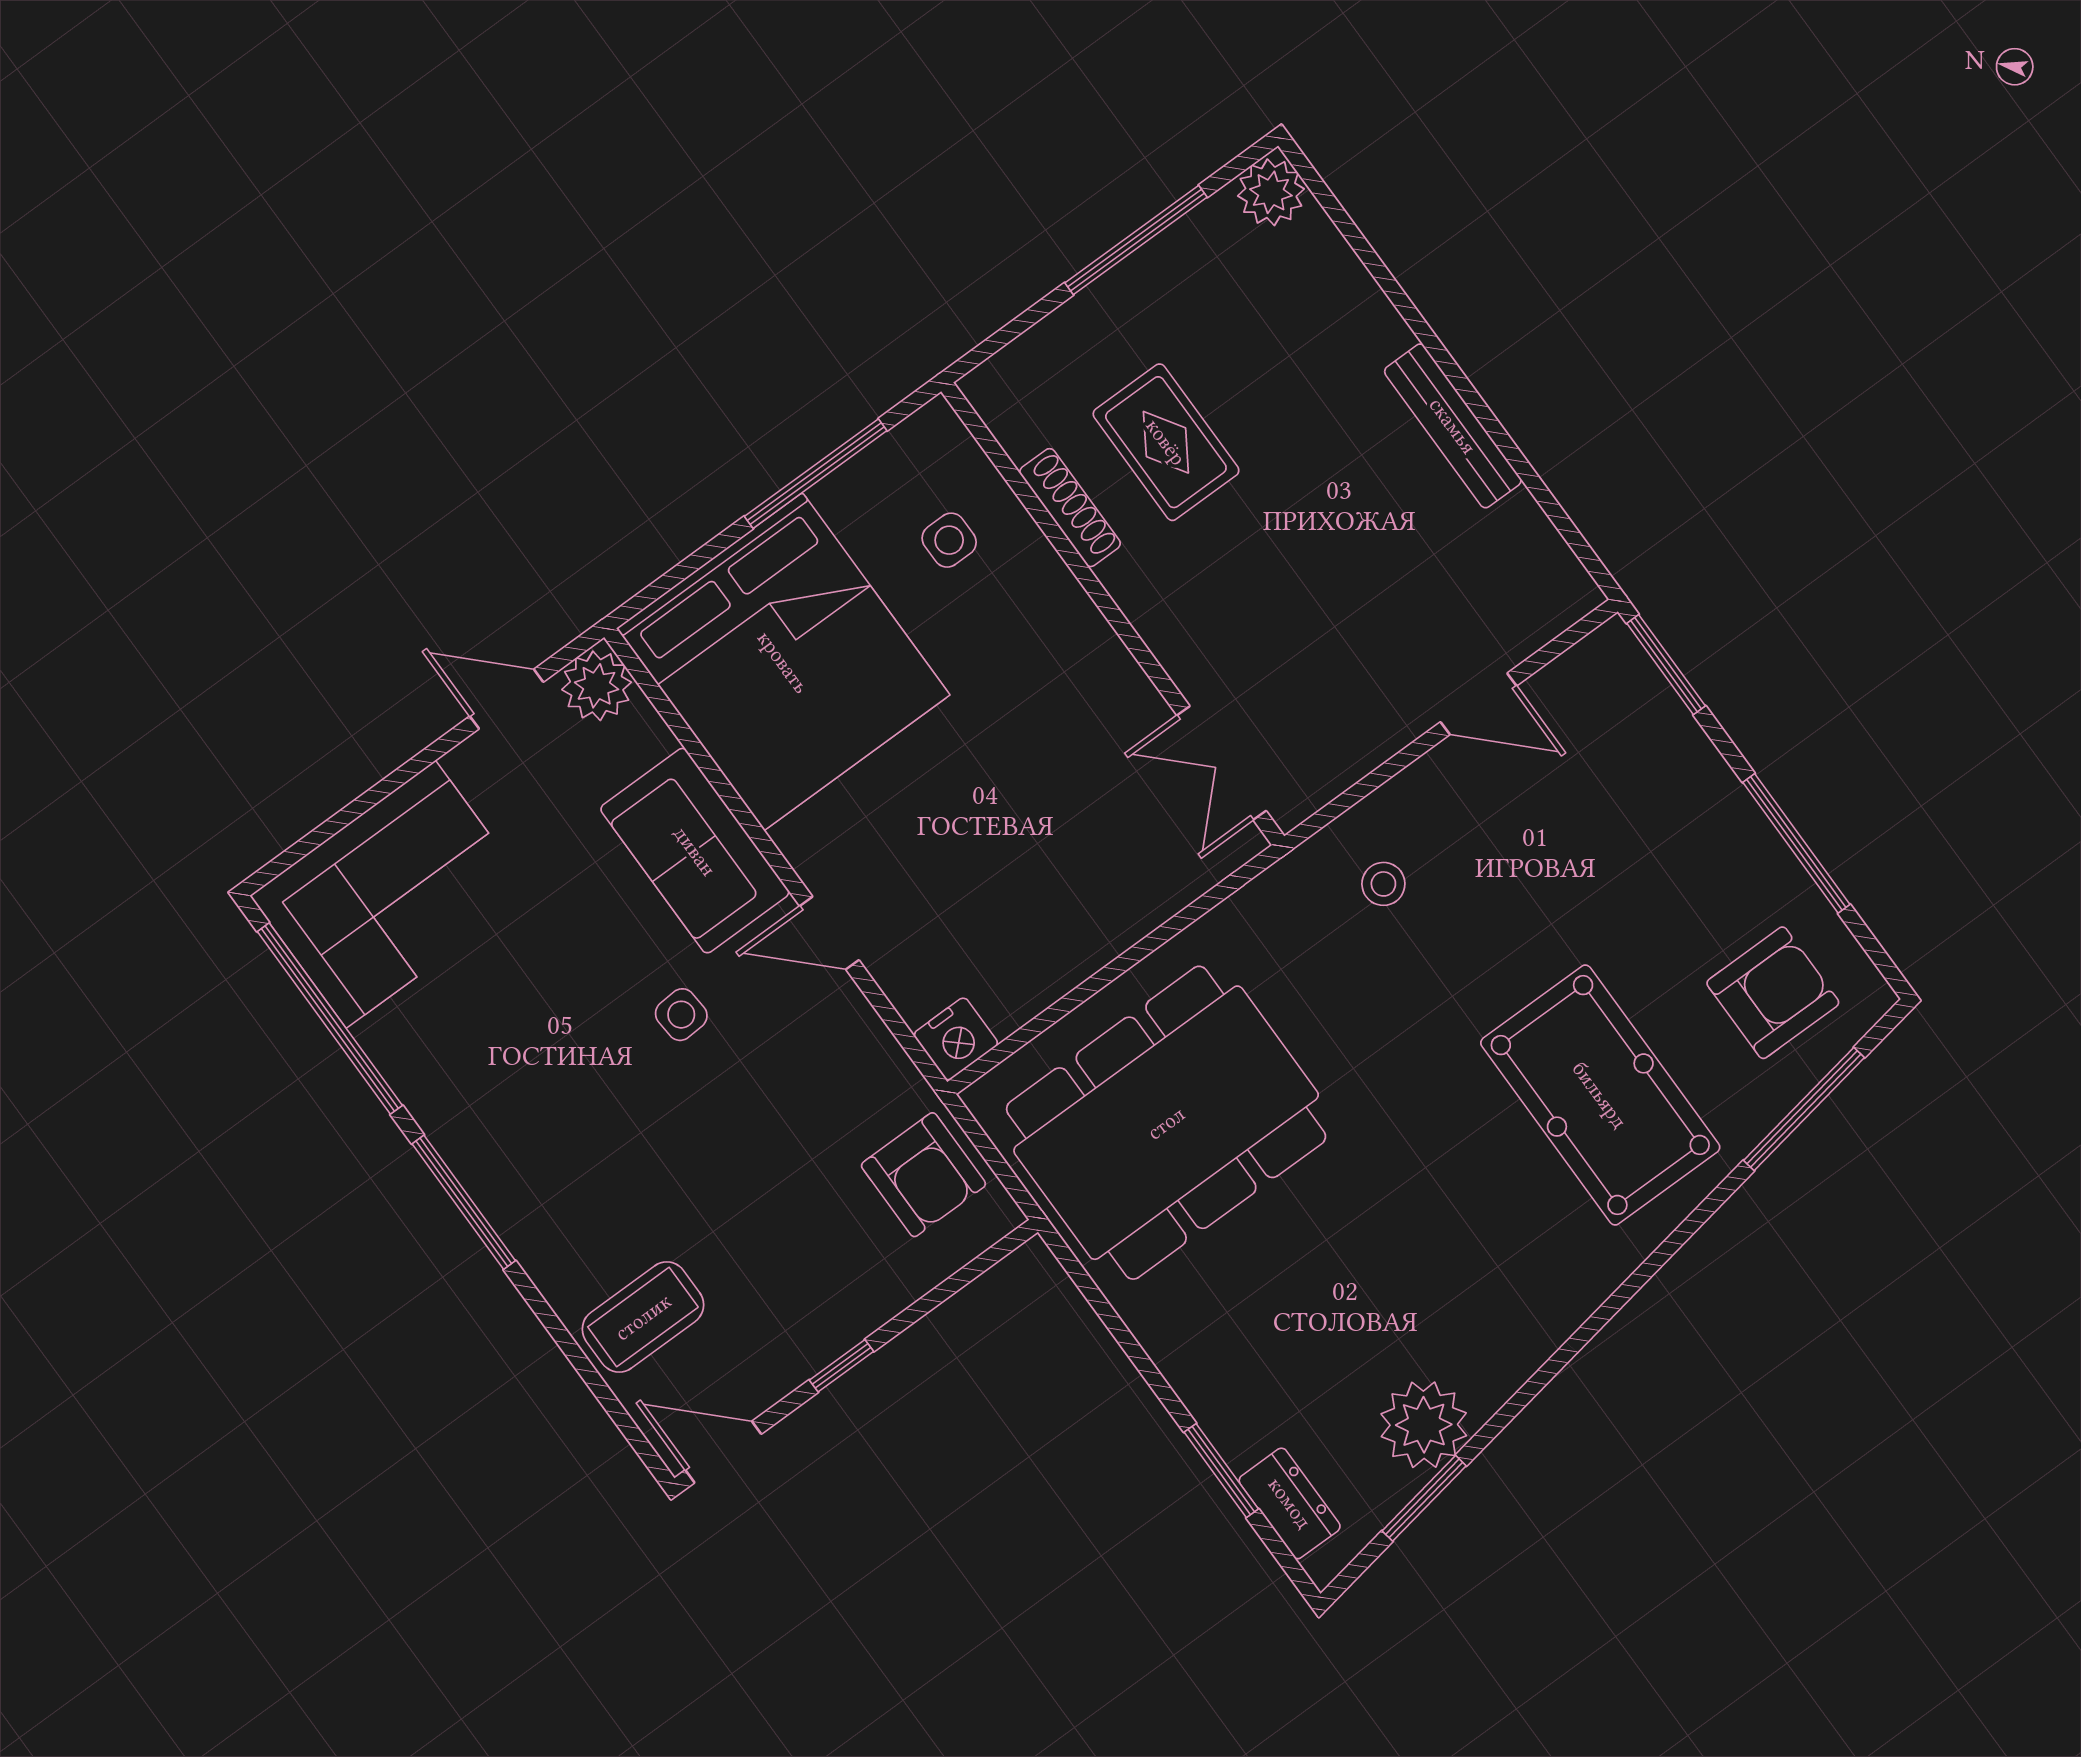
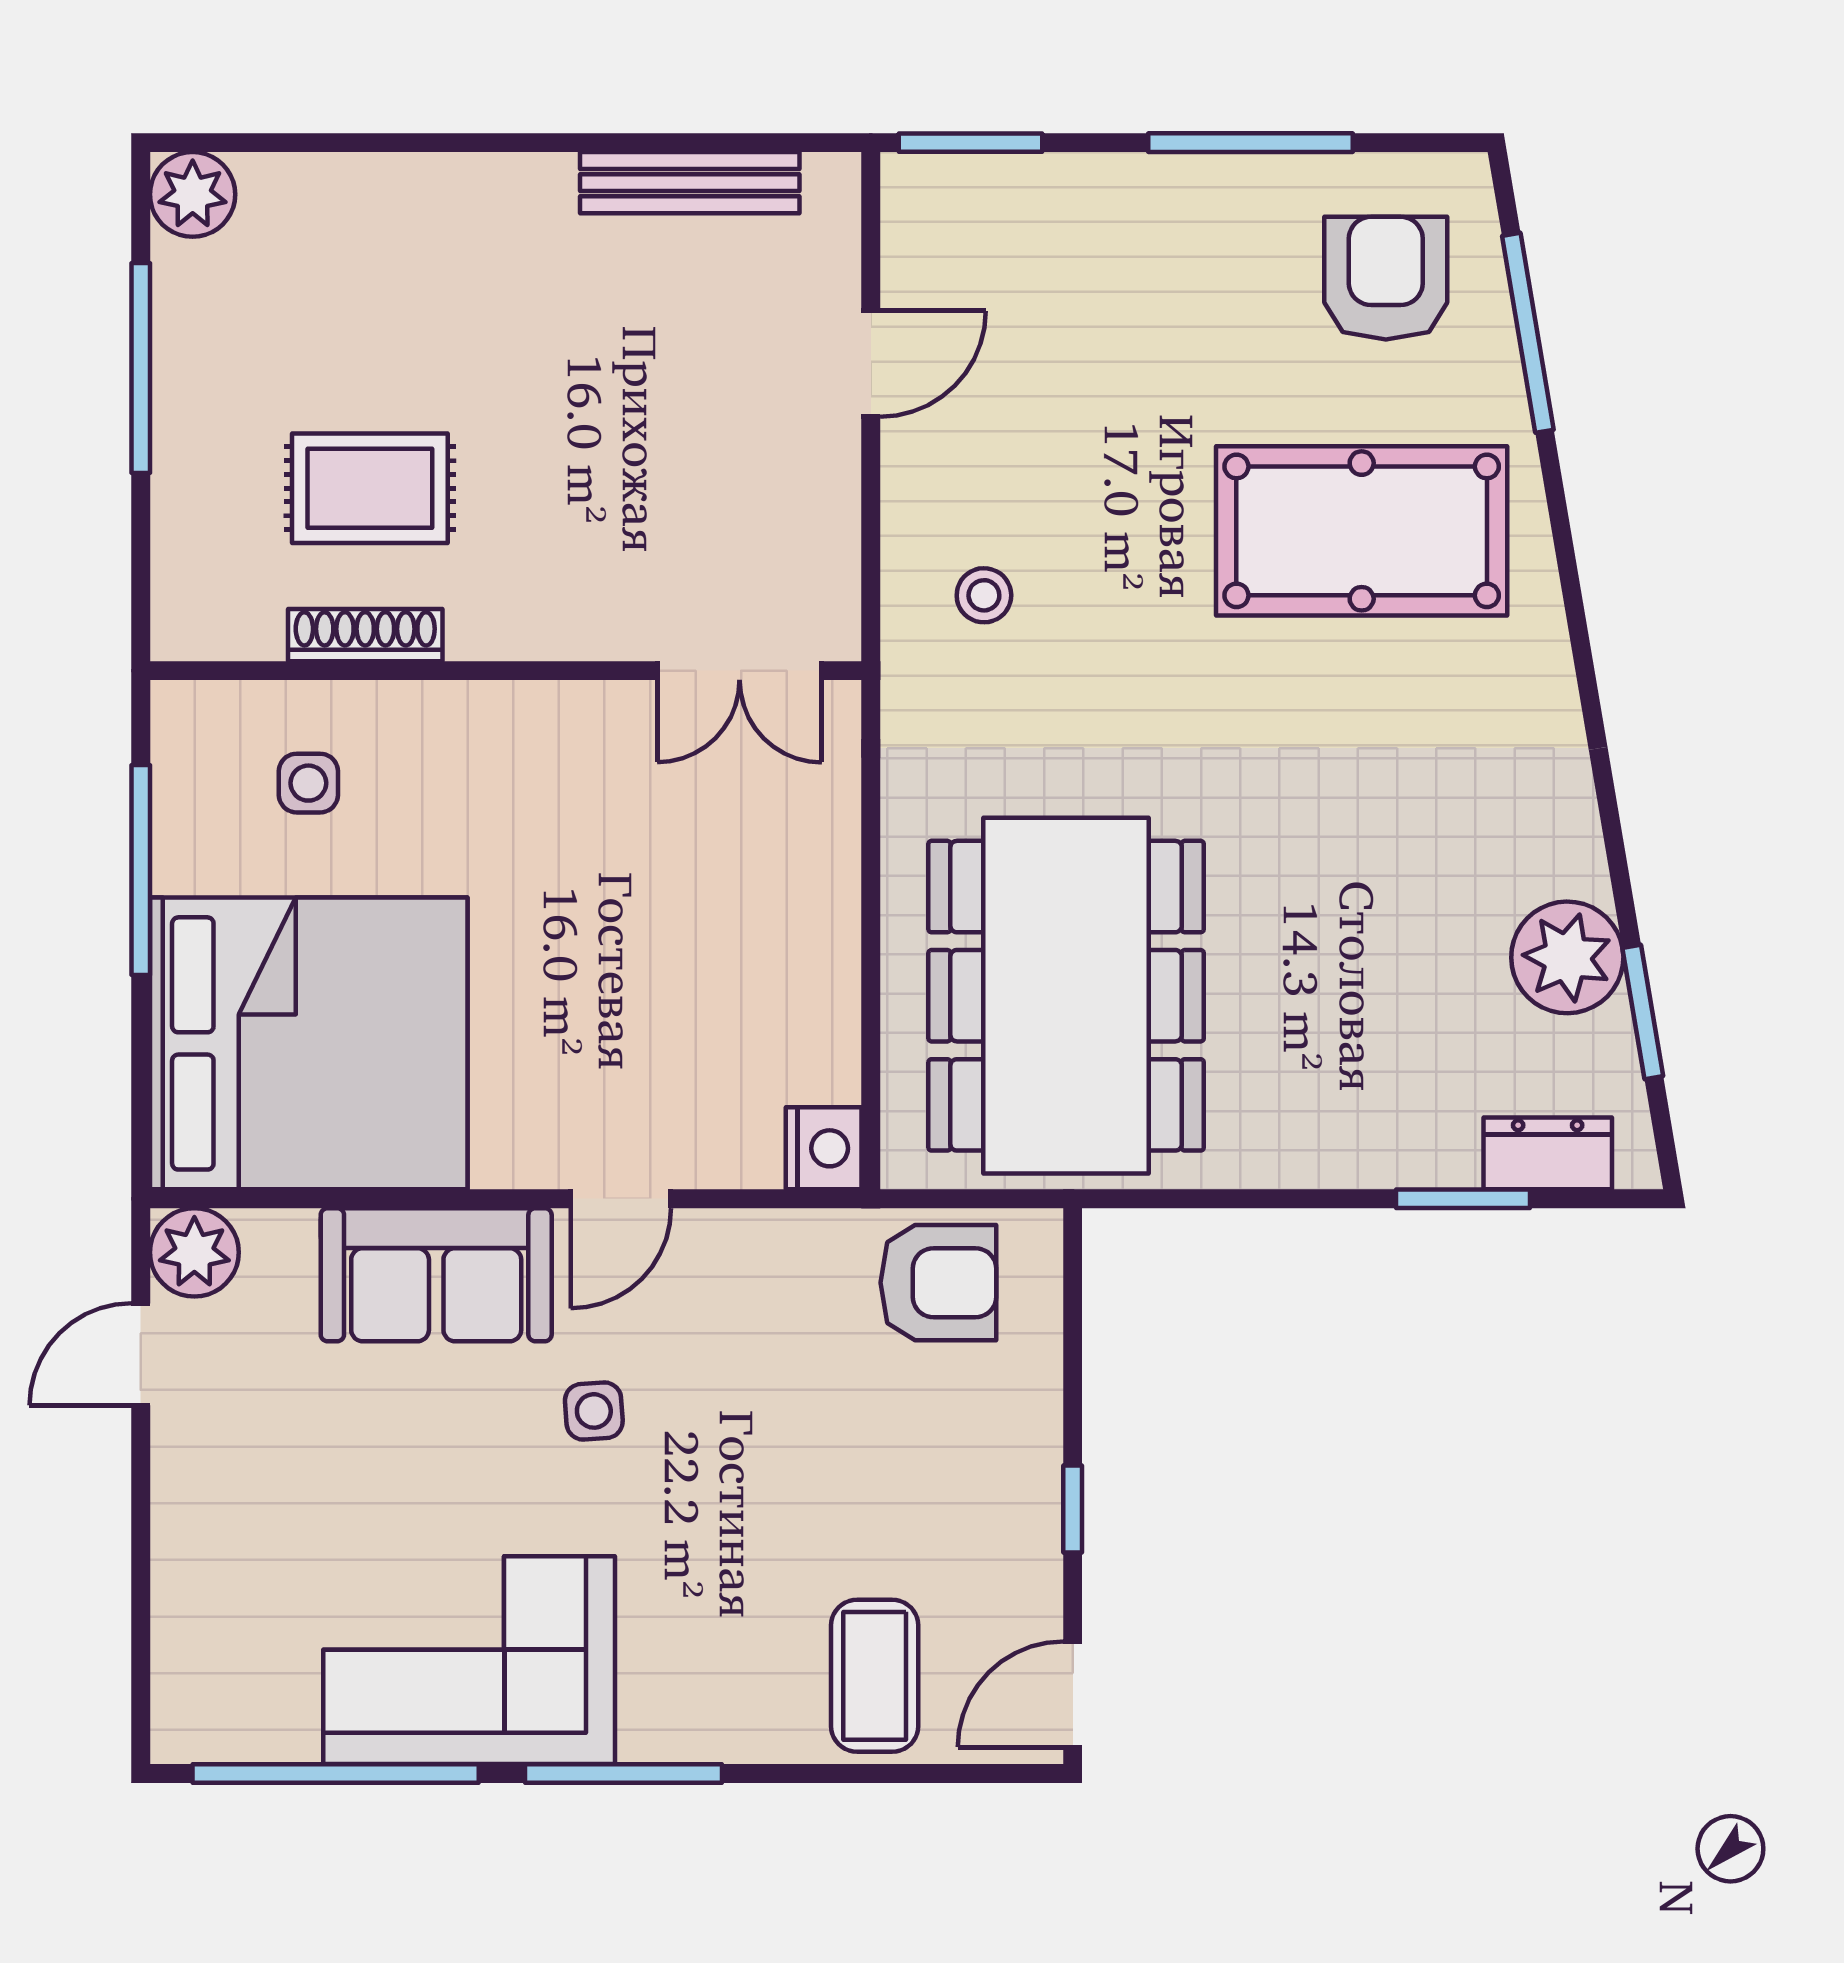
bench: (1453, 426) -> (690, 183), moved
corner sofa: (391, 894) -> (469, 1660), moved, turned -90

